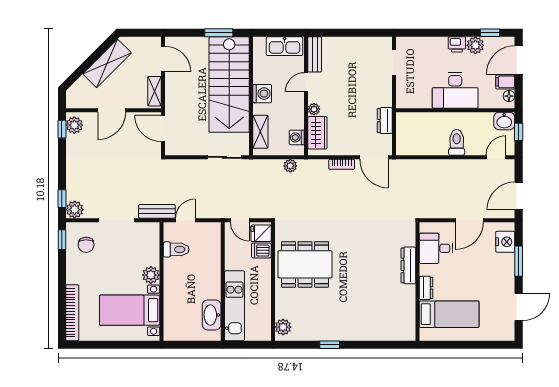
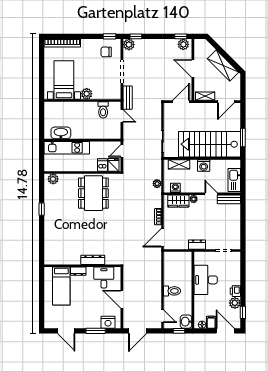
desk: (455, 90) -> (206, 280), moved
dresser: (385, 121) -> (197, 245), moved
door: (519, 196) -> (138, 331), swing flipped

